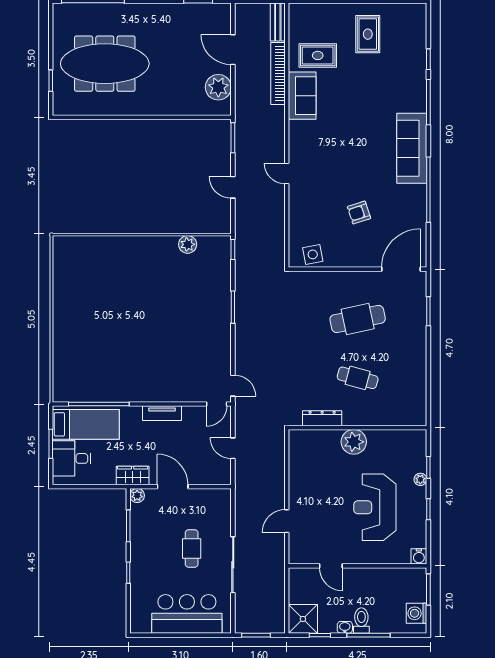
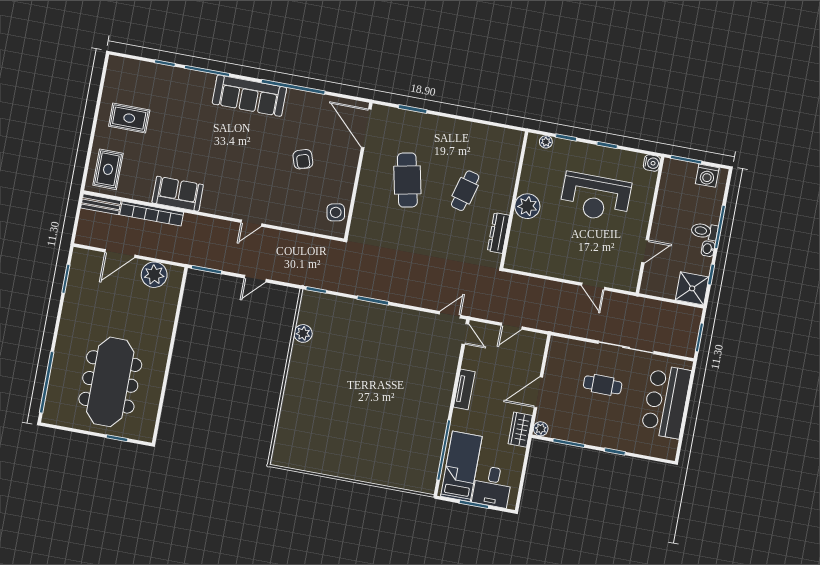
rug: (318, 55) -> (108, 169), moved
plant: (420, 479) -> (546, 142), moved

